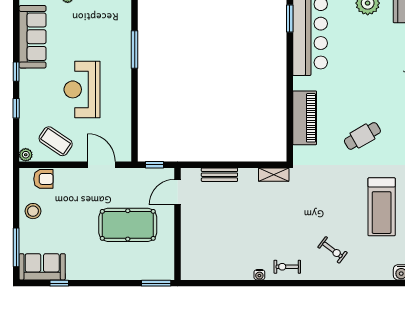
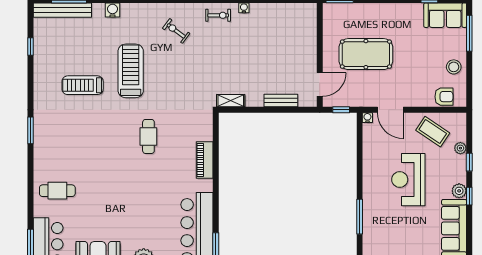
plant: (27, 77) -> (459, 191), added
reception desk: (82, 89) -> (408, 180), turned 180
piano: (305, 118) -> (205, 160), width x0.73, depth x0.75
cafe table: (362, 136) -> (148, 136), turned -60
plant: (26, 155) -> (460, 148), moved
water cooler: (126, 156) -> (367, 118), added
armchair: (43, 179) -> (444, 97), turned 180

